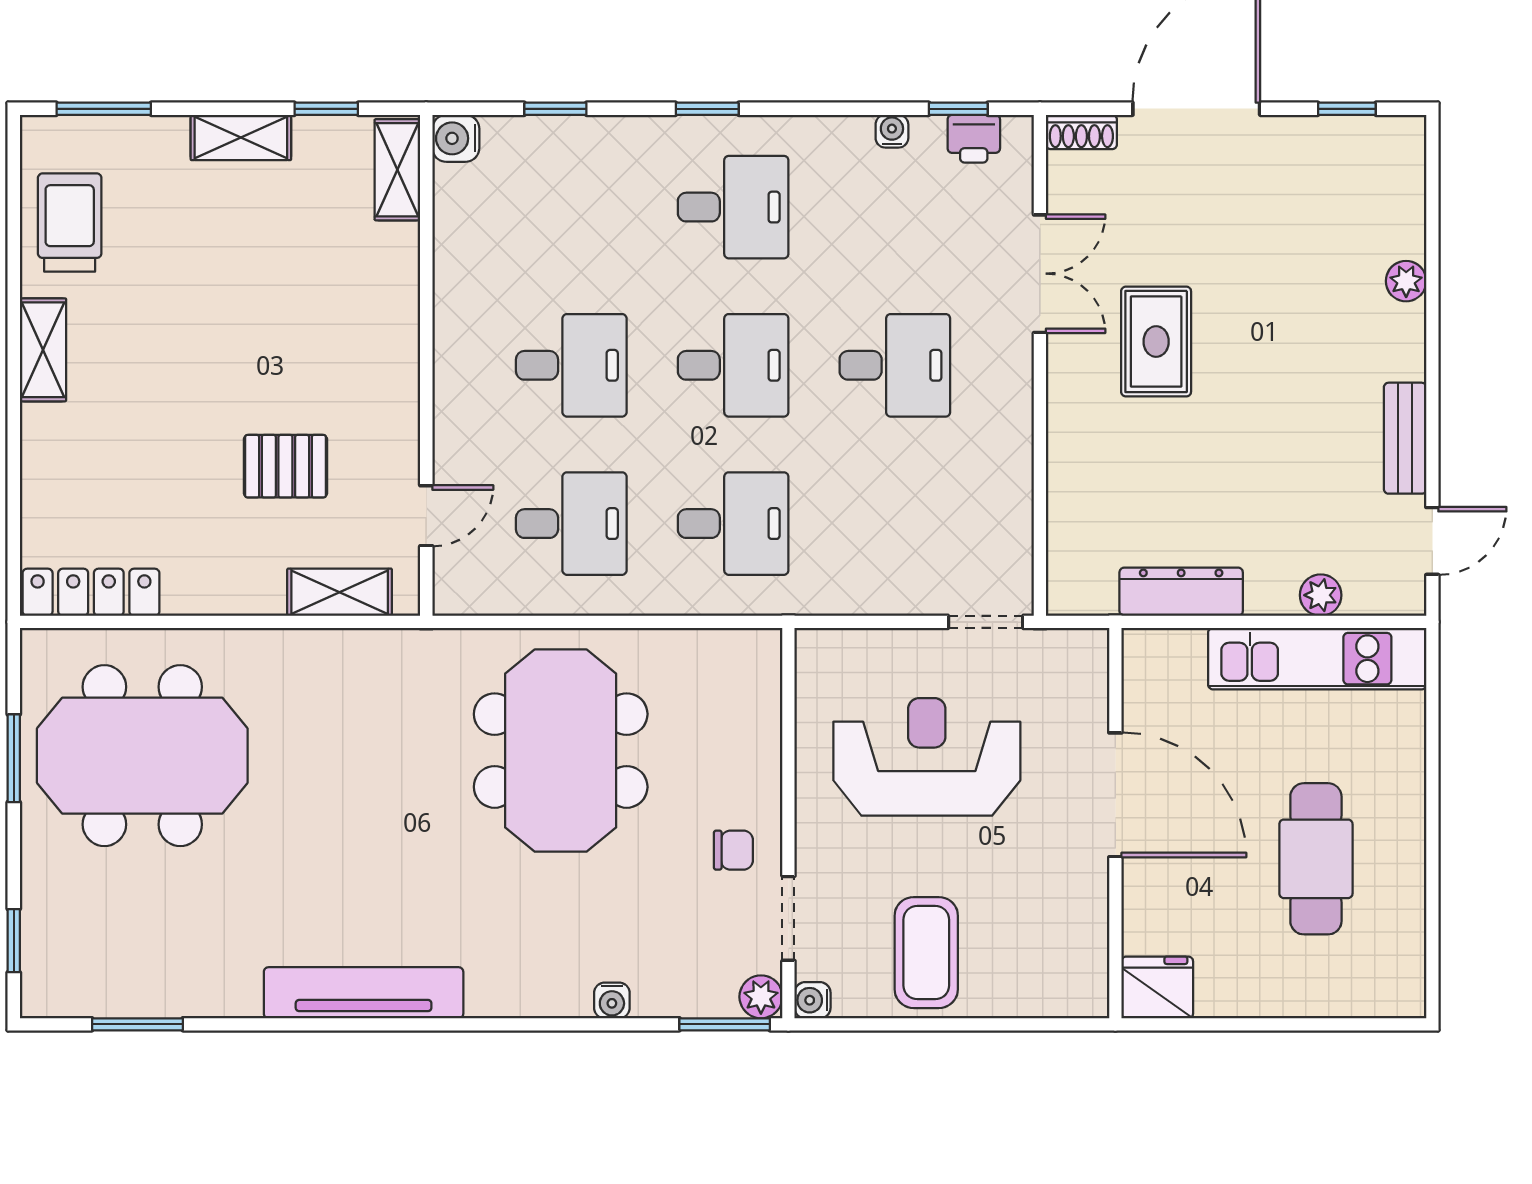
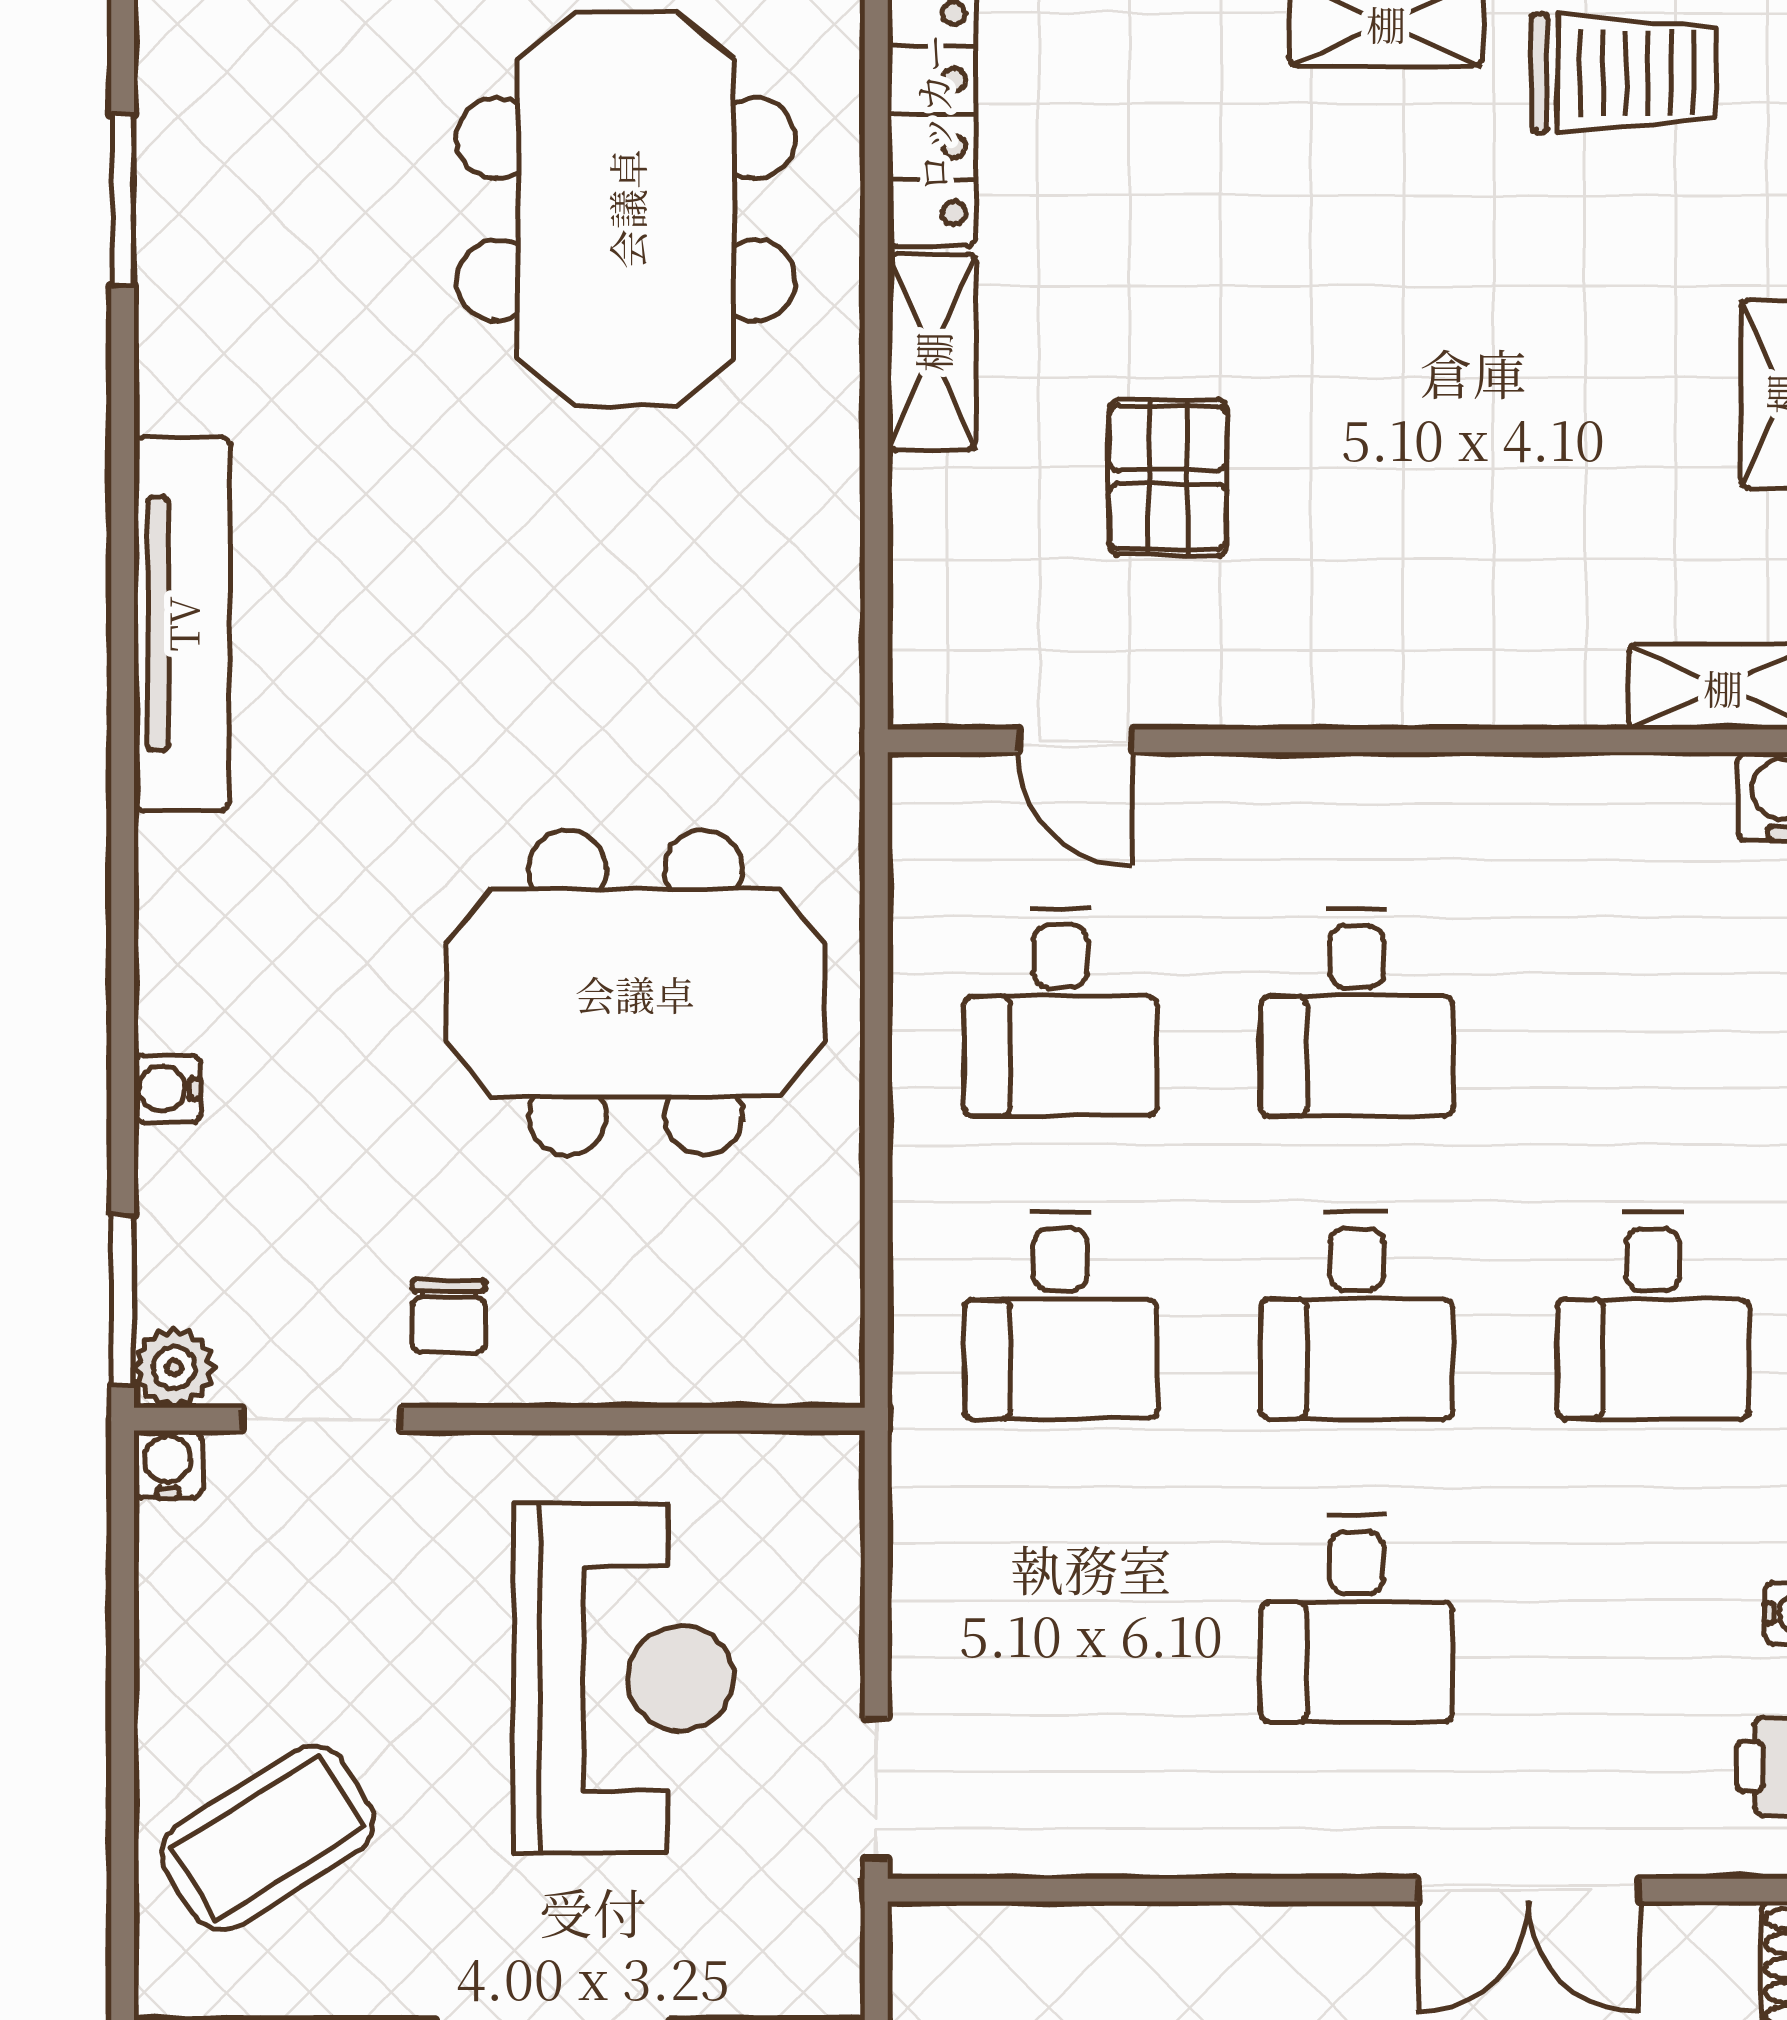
shelving: (340, 592) -> (932, 352), moved
coffee table: (926, 953) -> (268, 1838), moved, turned -32

